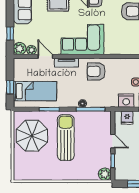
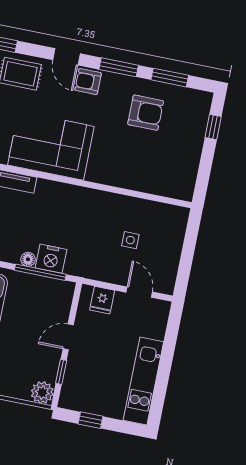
armchair: (96, 71) -> (64, 207), removed
nightstand: (126, 101) -> (51, 259), moved
door: (113, 141) -> (68, 337), swing flipped

